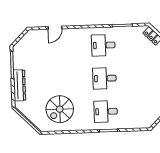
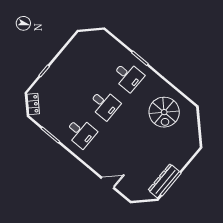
dresser: (19, 85) -> (164, 181), moved
spiral stairs: (60, 109) -> (164, 112), turned 90

